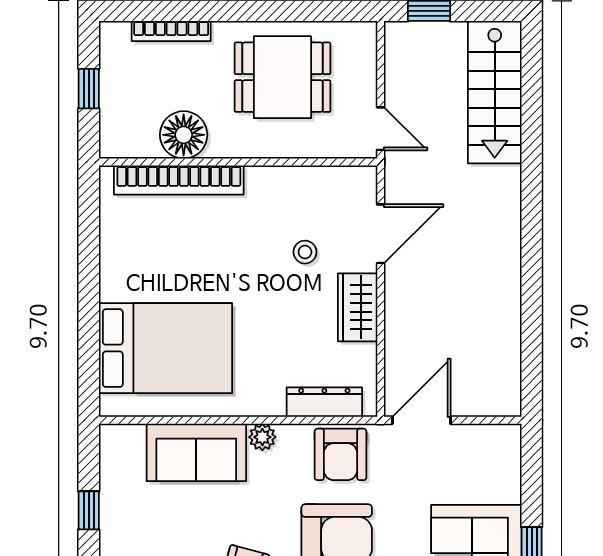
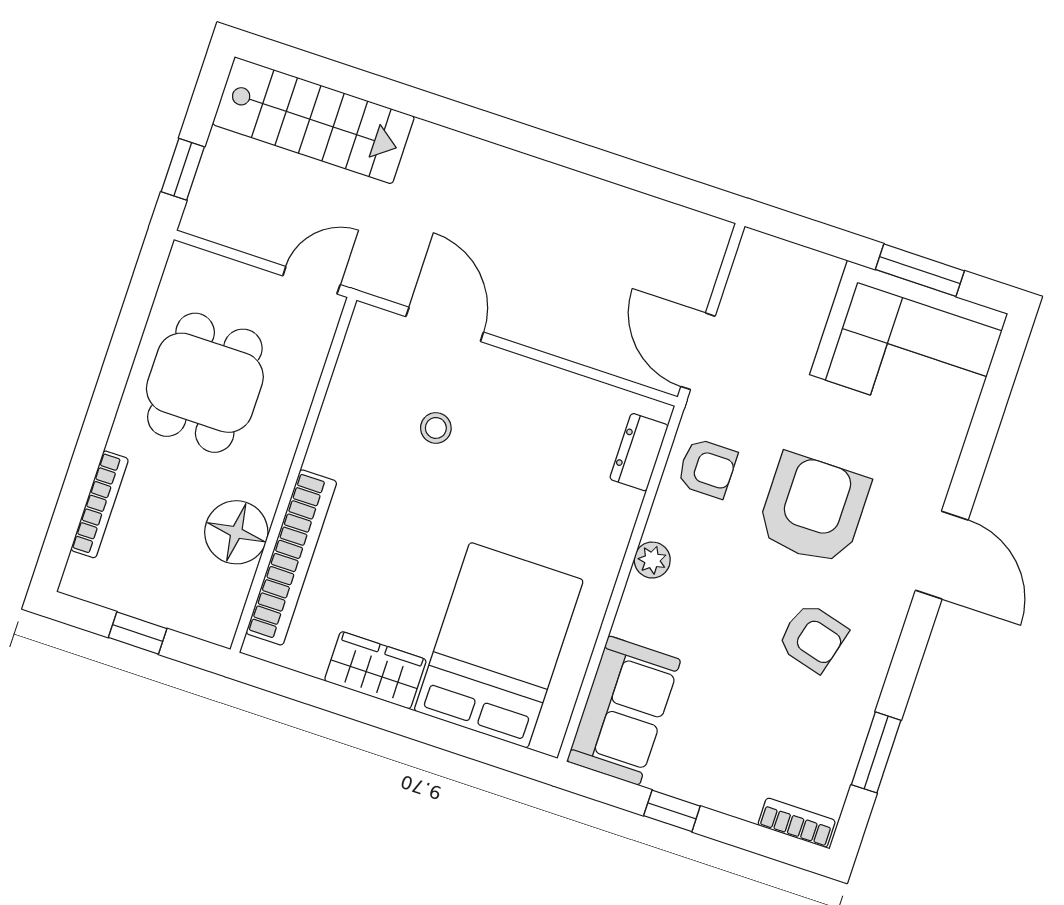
wardrobe: (358, 307) -> (375, 670), moved, turned 180
dresser: (324, 402) -> (639, 452), width x0.70
sofa: (196, 452) -> (624, 710), moved
armchair: (340, 454) -> (707, 468), width x0.72, depth x0.72

